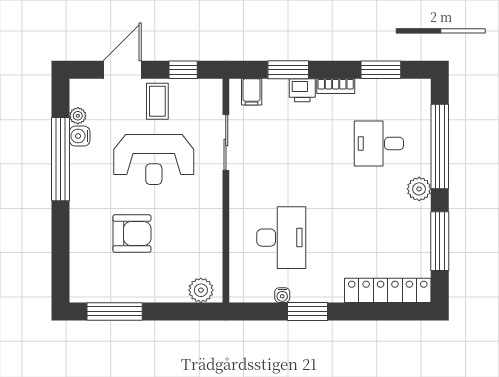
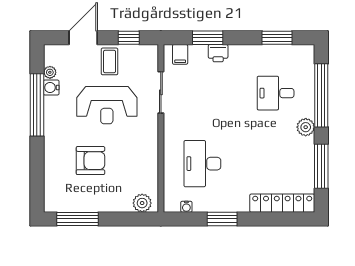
bookcase: (336, 86) -> (243, 50), removed
desk: (281, 238) -> (202, 164), turned 180
water cooler: (282, 295) -> (186, 207), moved

